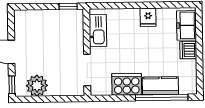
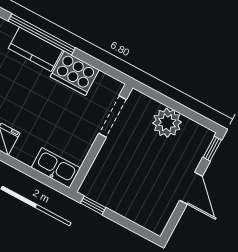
kitchen sink: (98, 30) -> (56, 168), moved, turned 90
plant: (37, 86) -> (167, 123), moved

